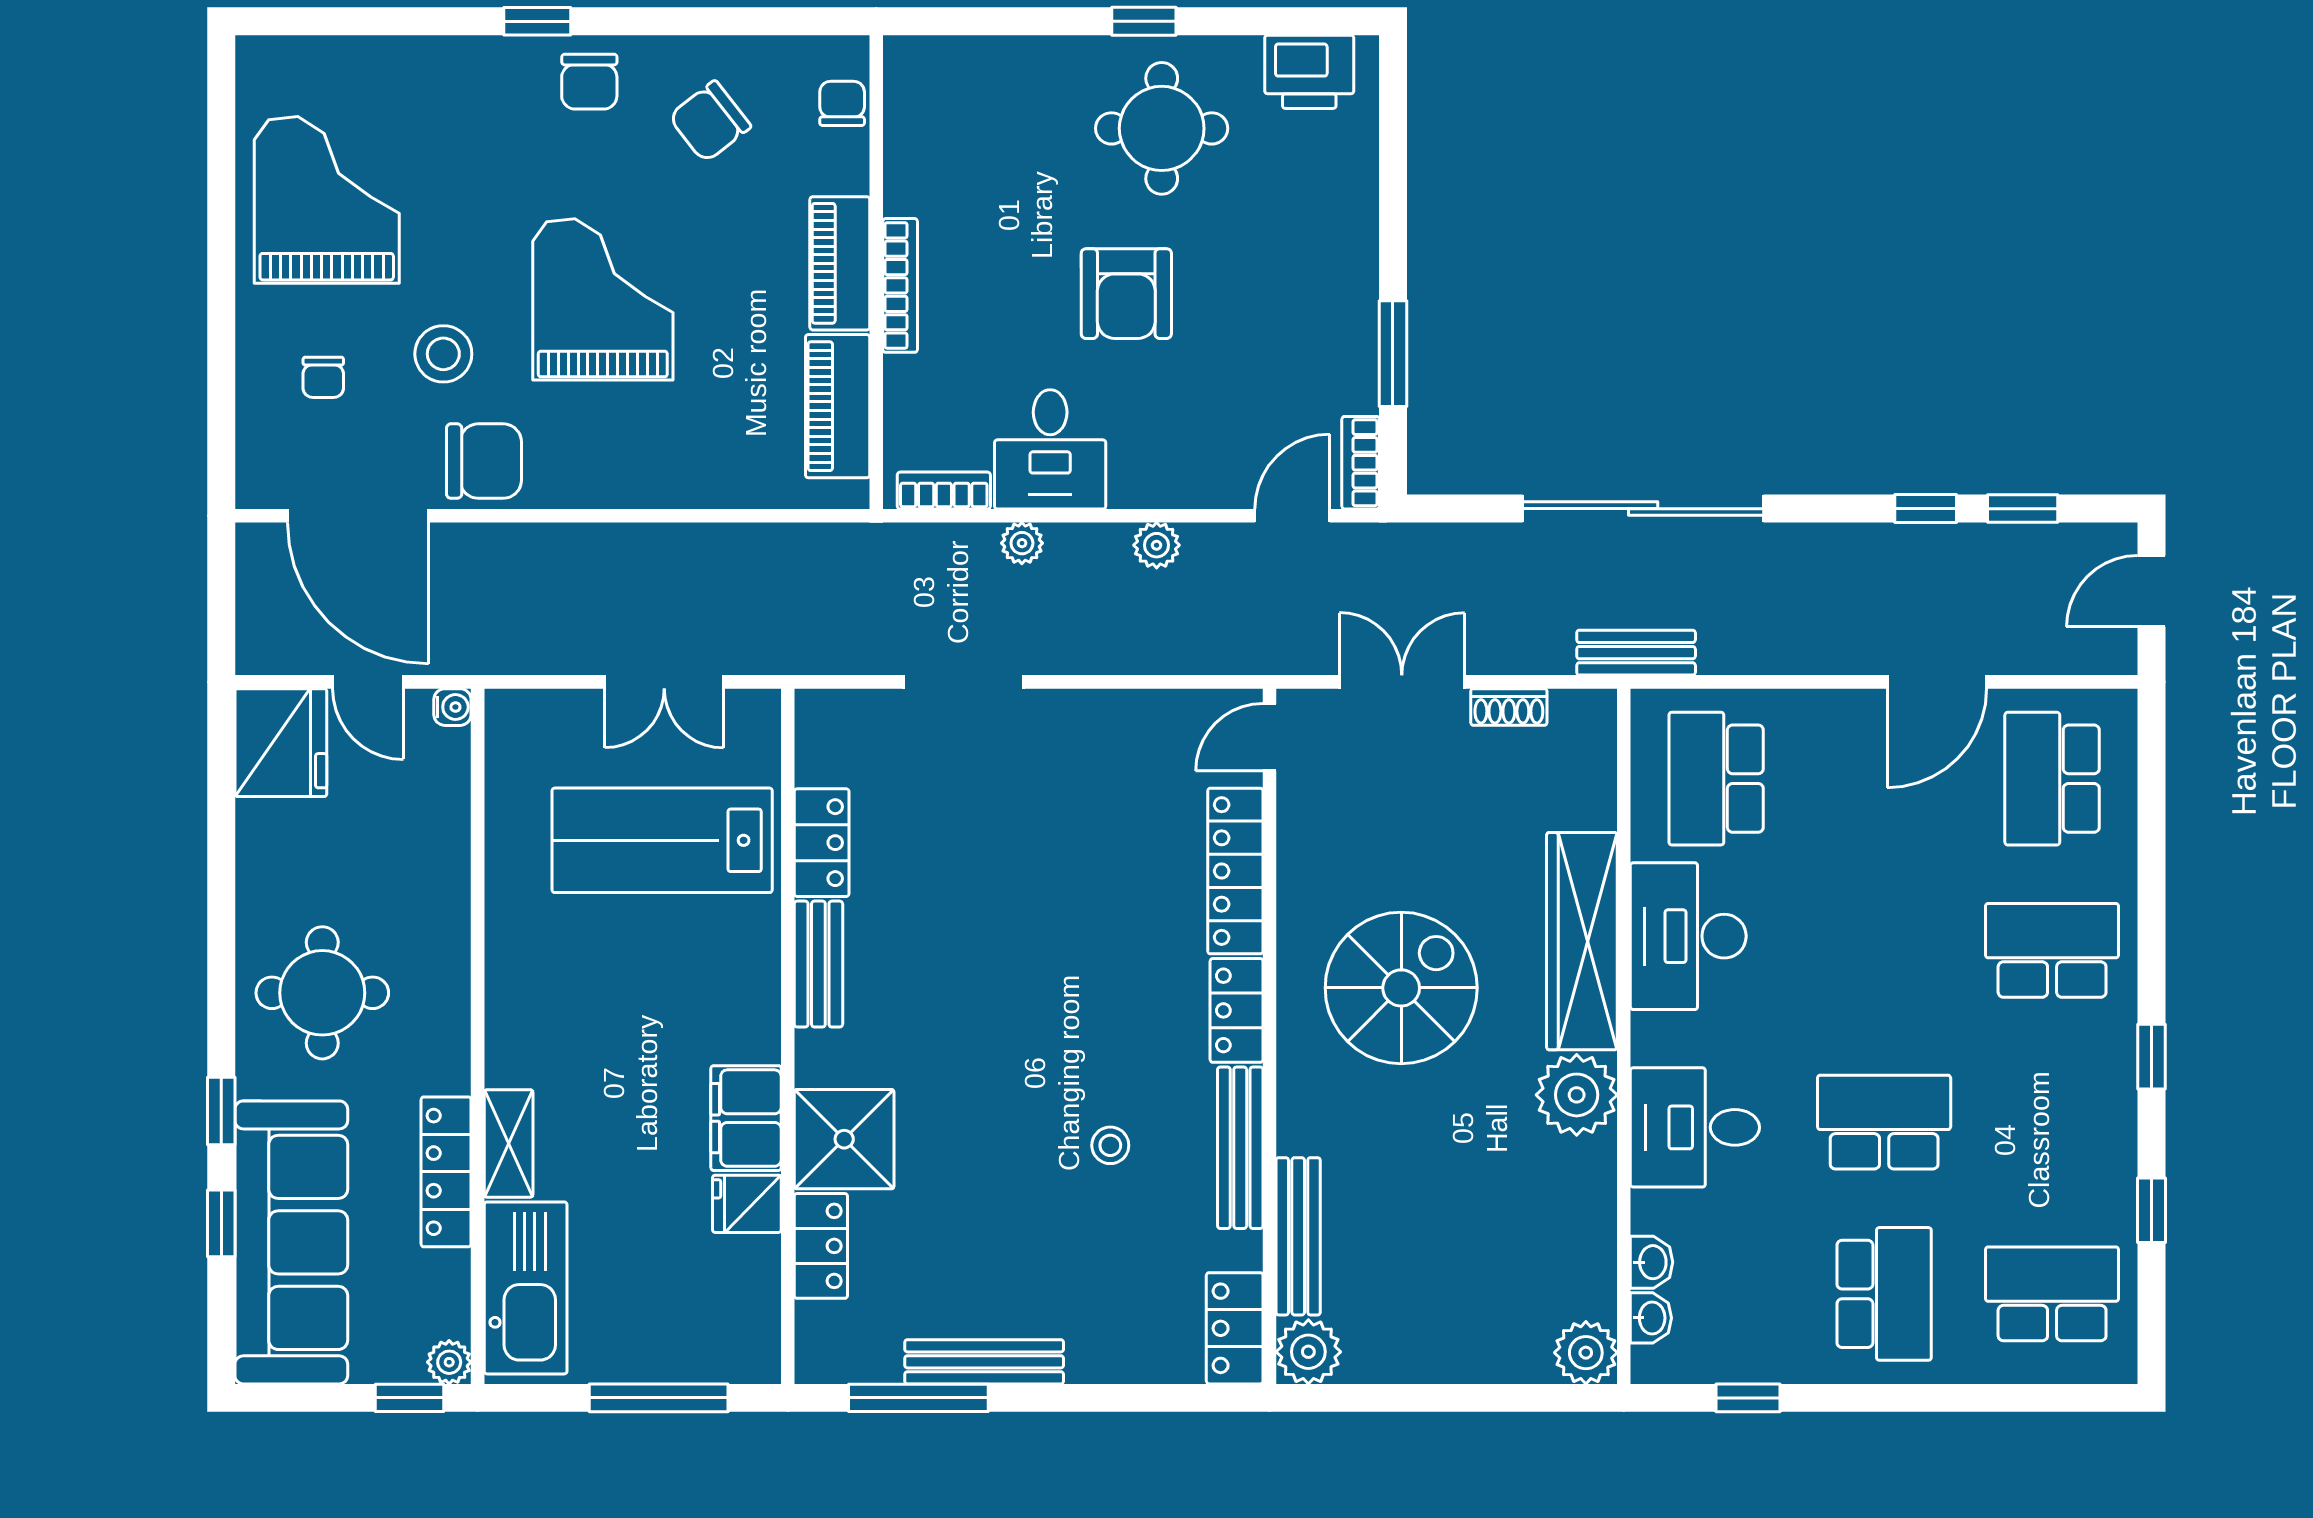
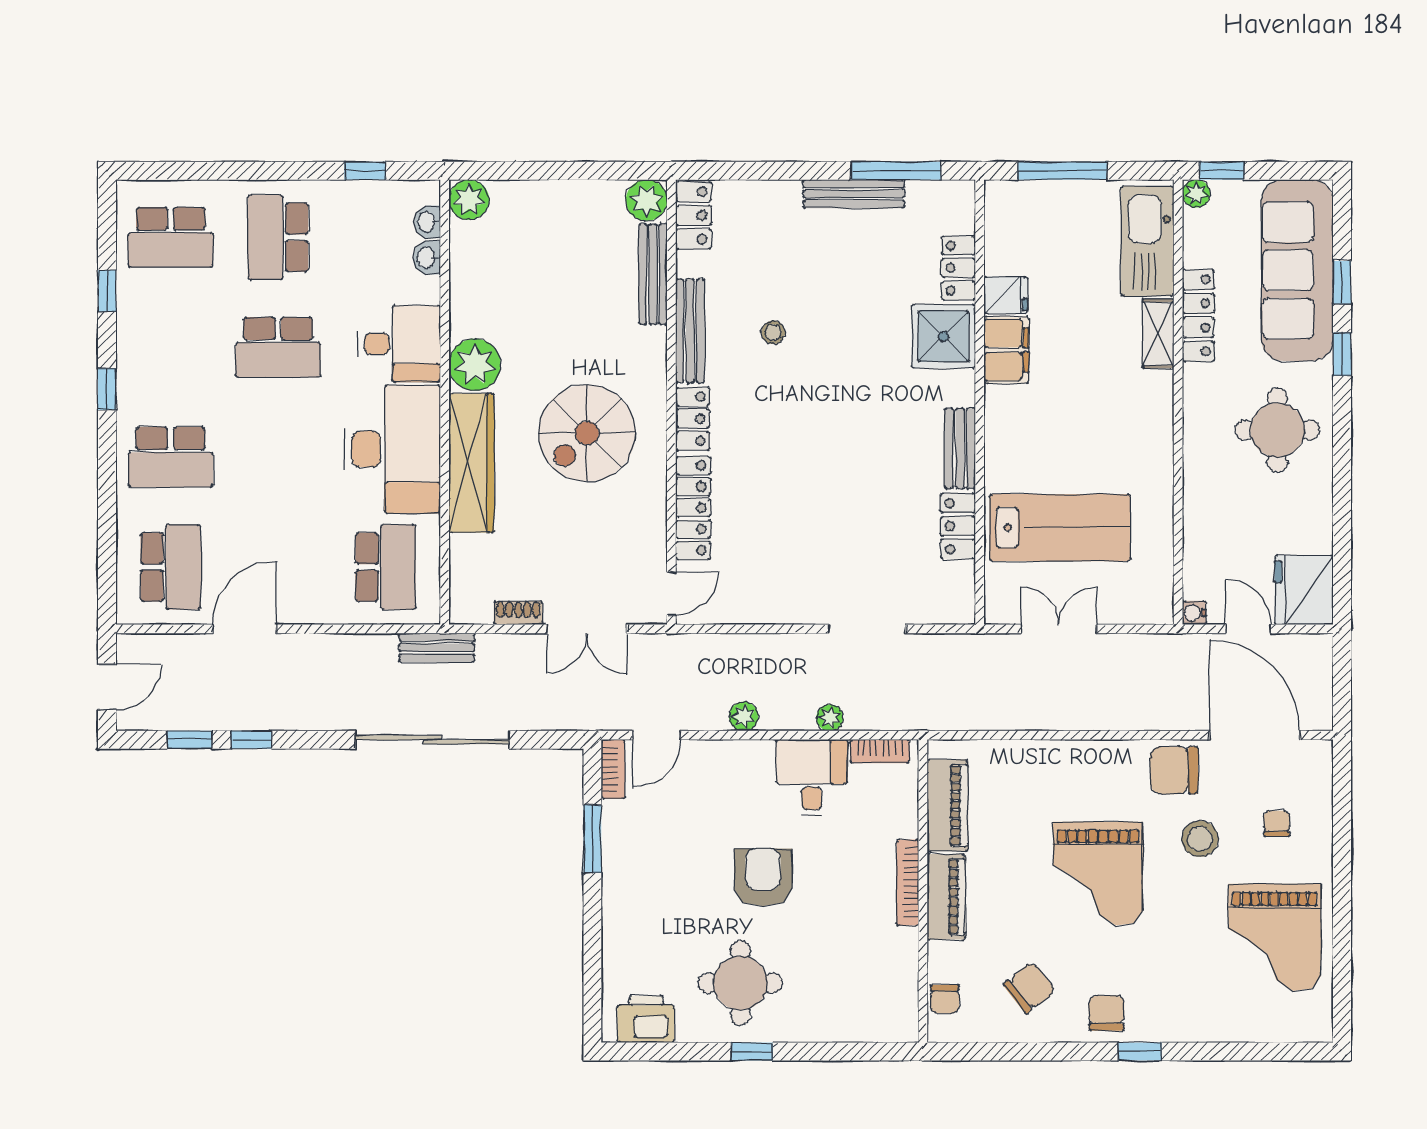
desk: (1688, 936) -> (392, 449), width x1.36, depth x1.30

